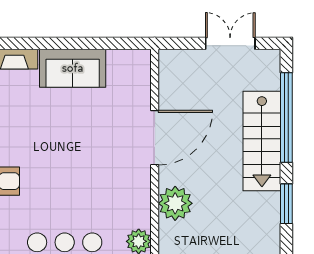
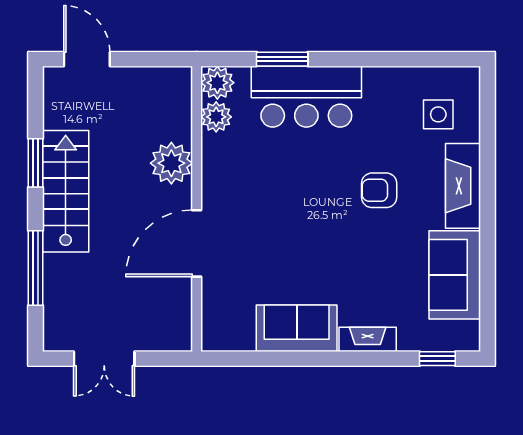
window: (286, 118) -> (36, 268), width x0.68
stairs: (262, 141) -> (66, 191), moved

